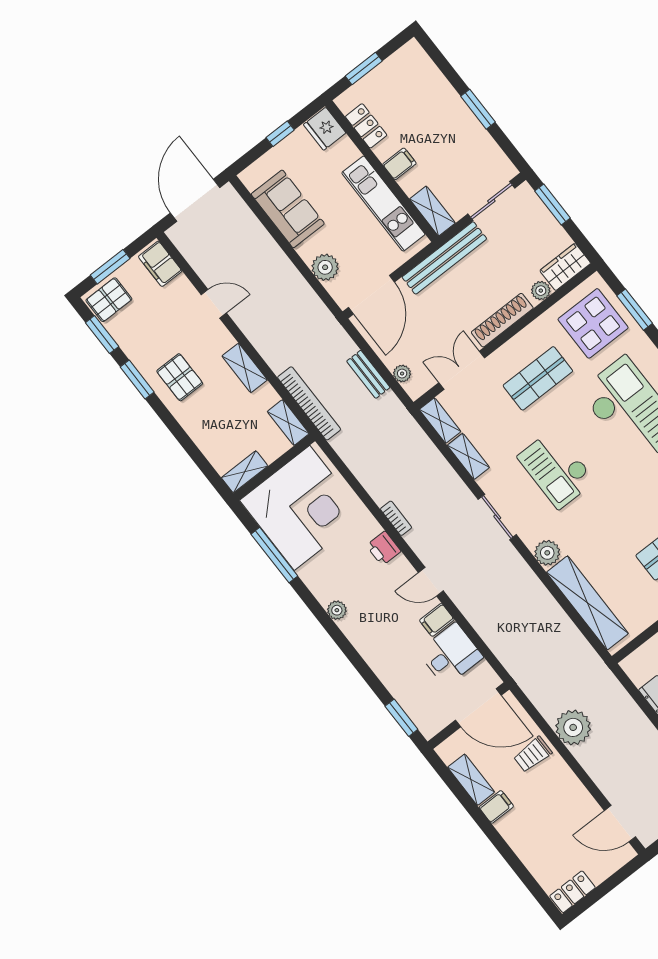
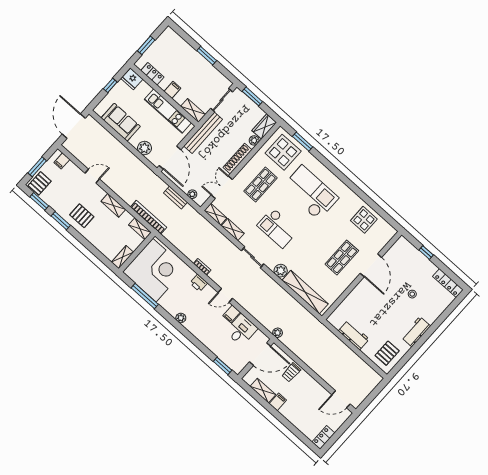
filing cabinet: (160, 264) -> (62, 161), width x0.50
plant: (573, 727) -> (278, 333), moved, width x0.53, depth x0.53

